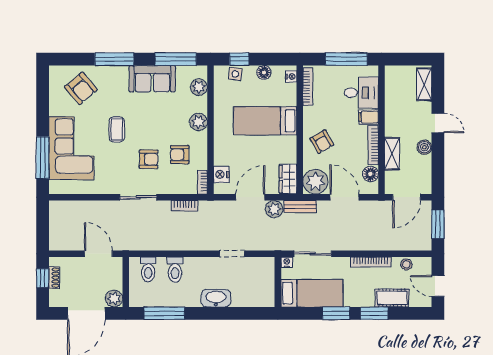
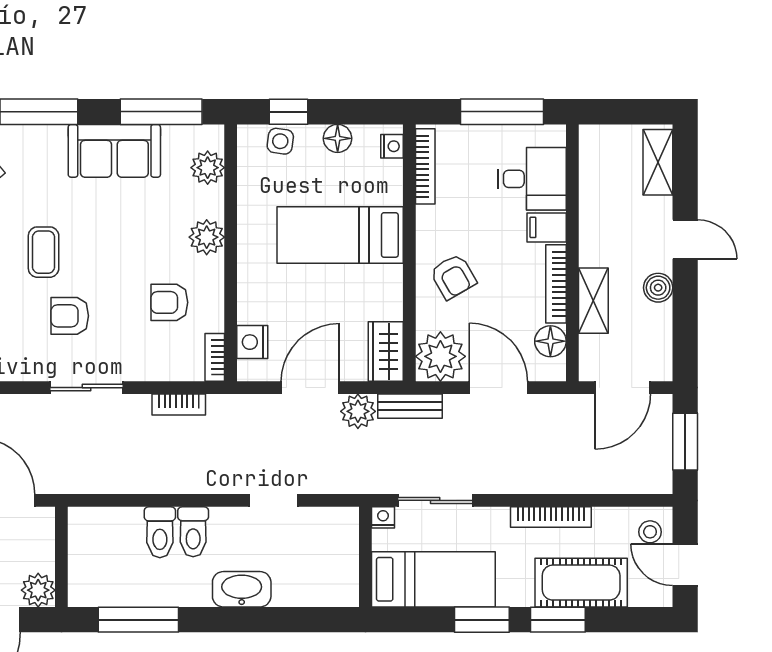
armchair: (149, 159) -> (70, 316), moved, turned 180
stool: (406, 264) -> (650, 532), moved
toilet: (148, 269) -> (193, 532), moved
cot: (392, 298) -> (581, 583), width x1.37, depth x1.34

